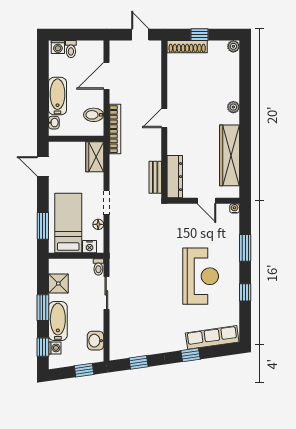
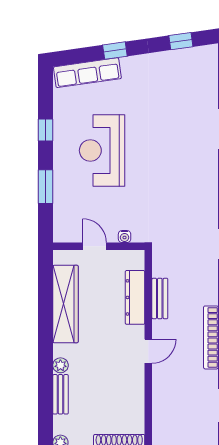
bench: (233, 84) -> (60, 394), added
bench: (155, 177) -> (160, 298), moved
dresser: (175, 177) -> (135, 297), moved
water cooler: (235, 208) -> (125, 237), moved

